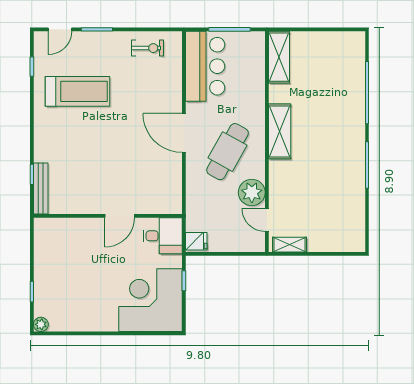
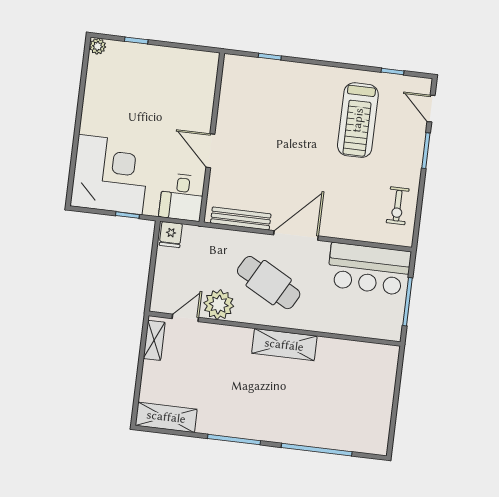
shelving: (279, 57) -> (166, 417), moved
bench: (41, 189) -> (241, 218), moved

